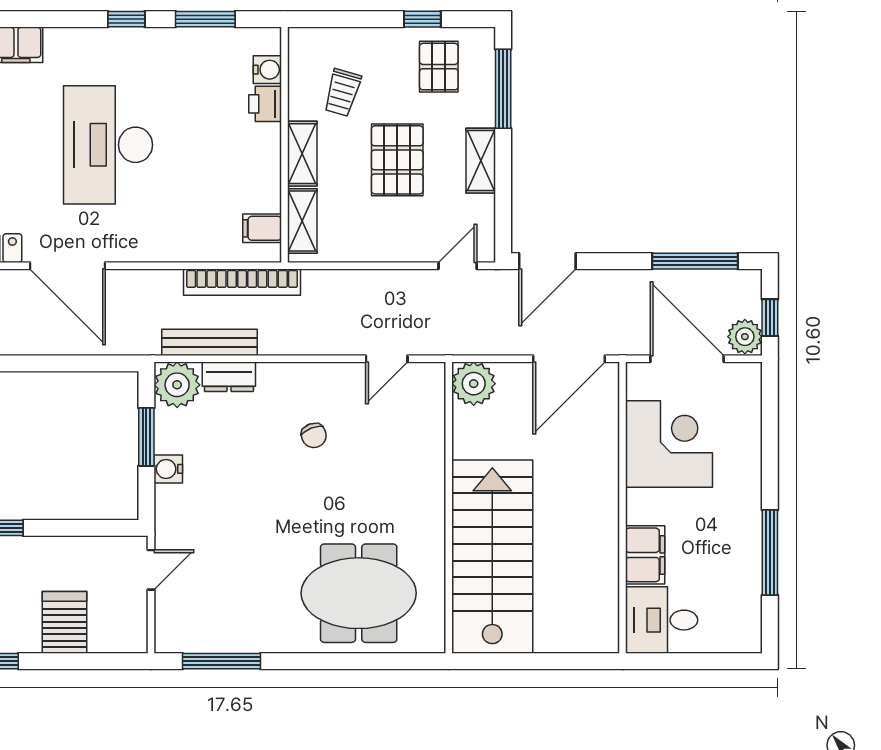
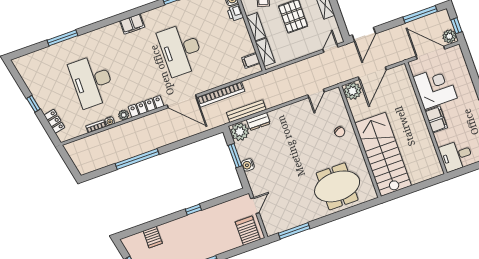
bookcase: (242, 282) -> (221, 94), moved
door: (569, 359) -> (372, 73), moved
chair: (314, 435) -> (340, 132), moved
filing cabinet: (645, 555) -> (436, 119), moved
server rack: (64, 622) -> (248, 231), moved

